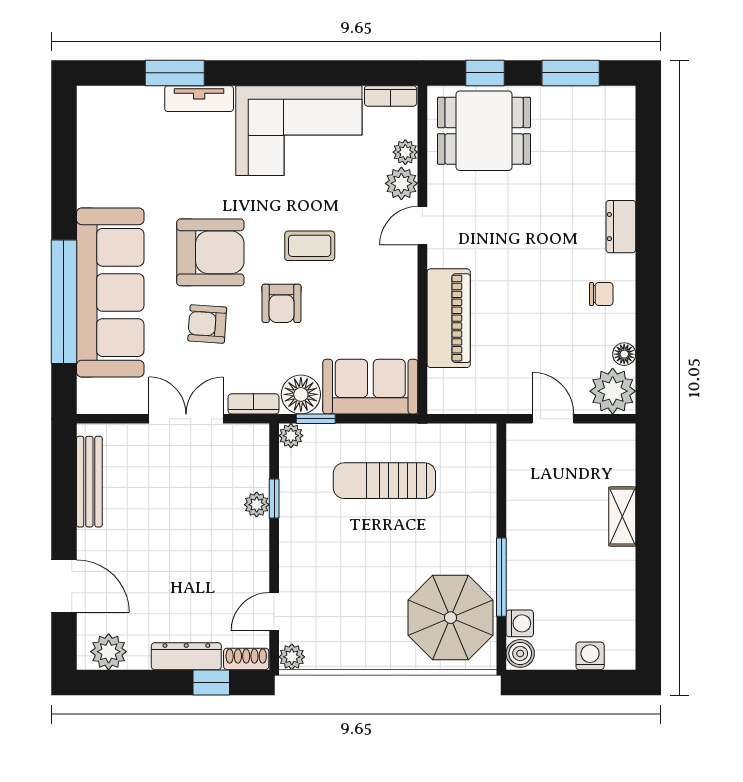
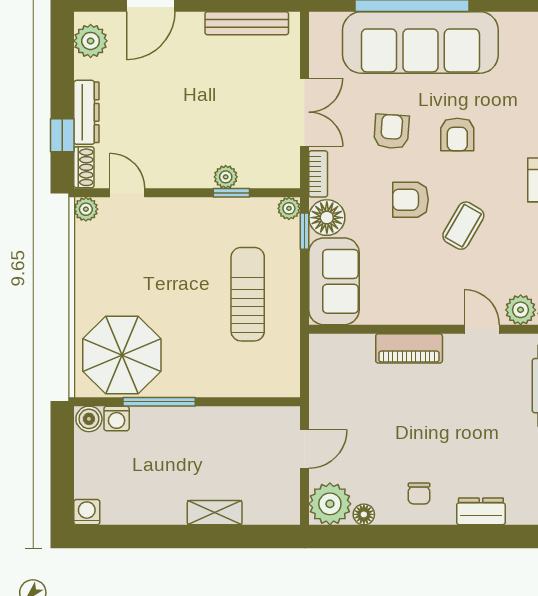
coffee table: (310, 246) -> (463, 226), turned 30
armchair: (210, 252) -> (457, 134), width x0.53, depth x0.53
piano: (449, 318) -> (409, 348), width x0.73, depth x0.75
washing machine: (590, 656) -> (87, 512), moved, turned -90

